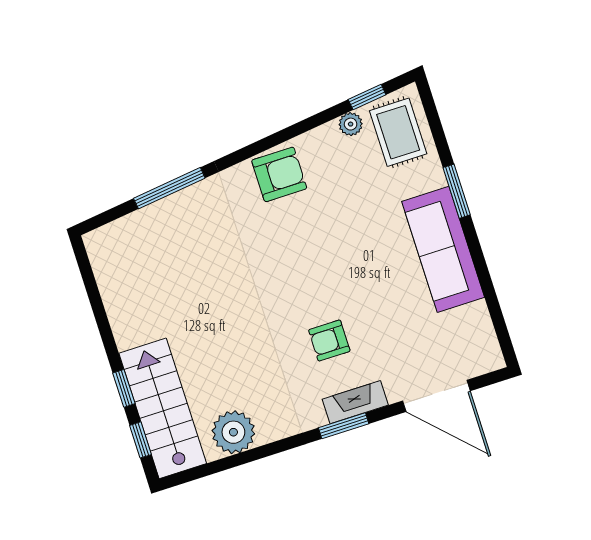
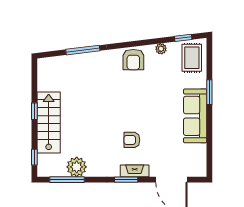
plant: (351, 124) -> (161, 49), moved
armchair: (279, 174) -> (133, 60), turned 90
window: (124, 388) -> (34, 111), moved
stairs: (163, 408) -> (49, 122), moved
window: (222, 465) -> (67, 180), added

